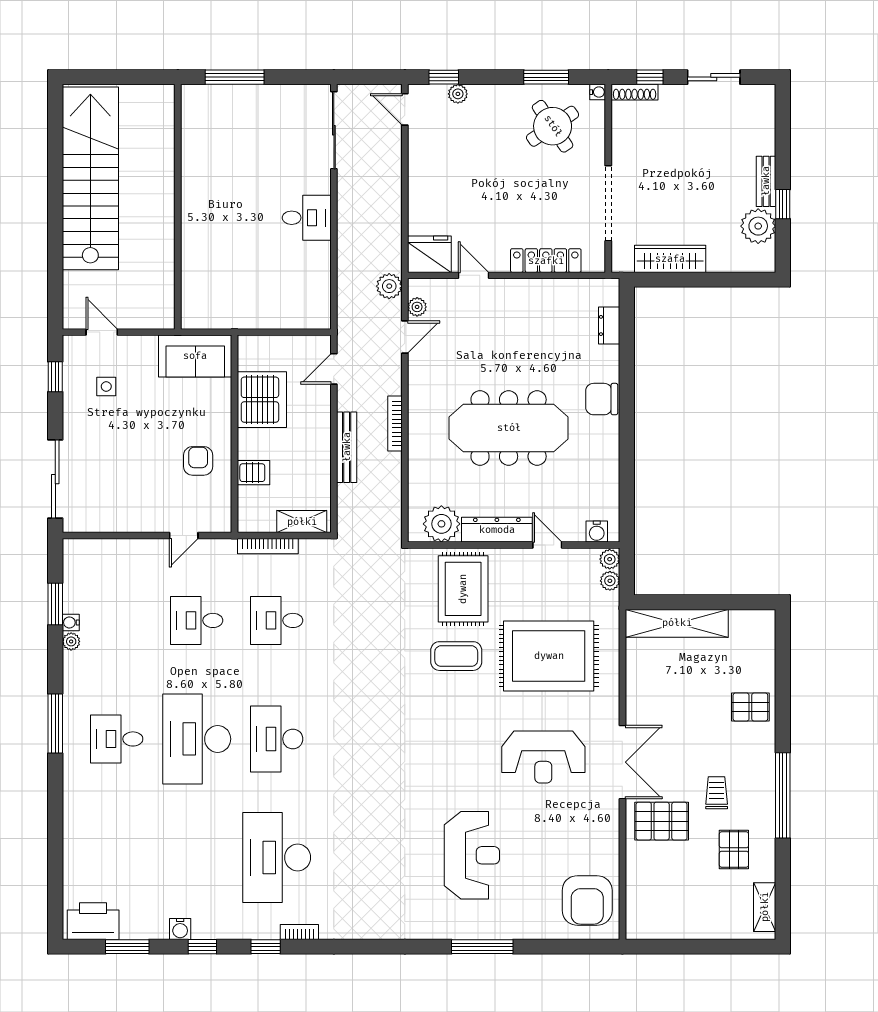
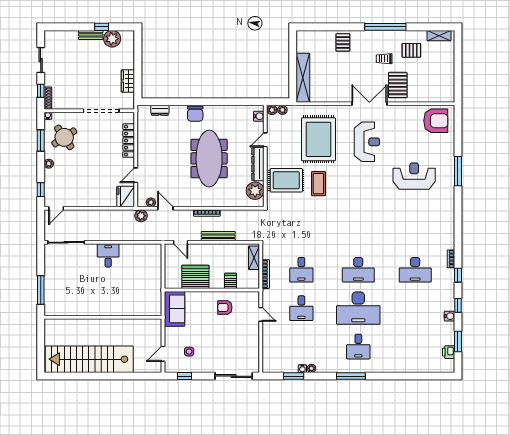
plant: (458, 94) -> (49, 164), moved
wardrobe: (670, 259) -> (128, 81), width x0.67
desk: (277, 858) -> (415, 270), width x0.73, depth x0.77
printer: (93, 921) -> (449, 352), width x0.53, depth x0.68

